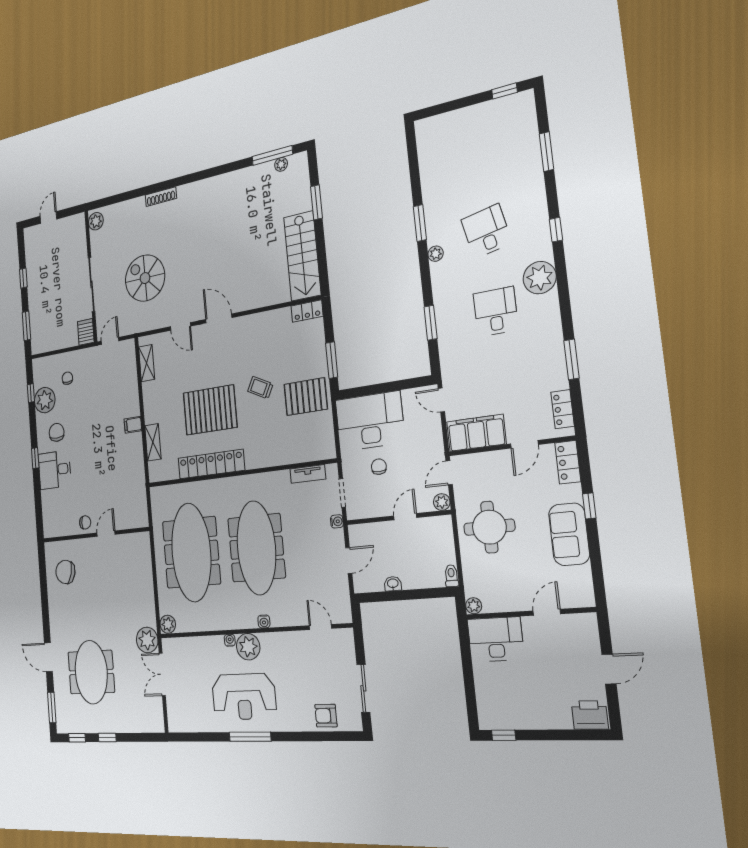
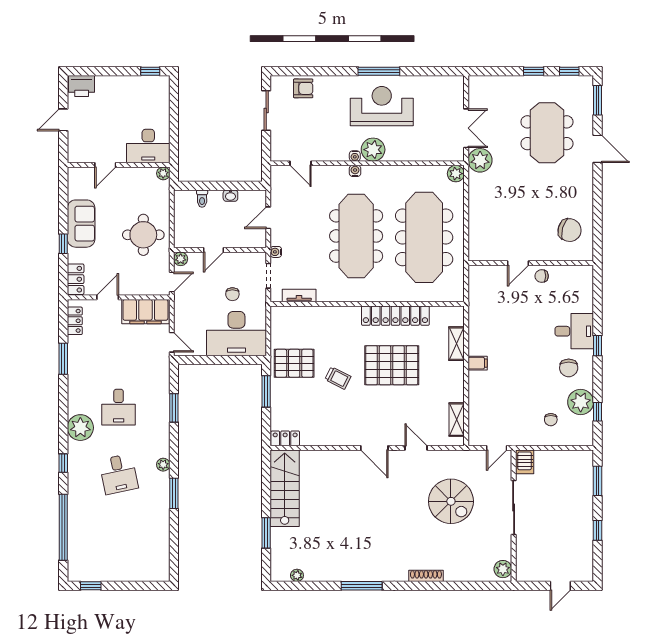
window: (547, 152) -> (63, 527), width x2.11
window: (272, 155) -> (362, 586), moved
toilet: (451, 576) -> (202, 199), moved
water cooler: (230, 640) -> (355, 156), moved

